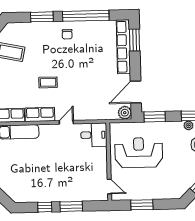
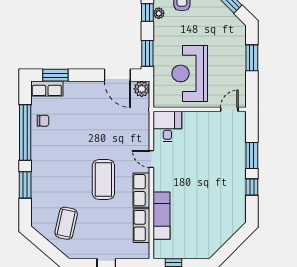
chair: (67, 34) -> (43, 121), moved
row of seats: (123, 47) -> (47, 89), width x0.50
coffee table: (48, 82) -> (103, 179), width x1.86, depth x1.72
window: (142, 205) -> (252, 58), moved

